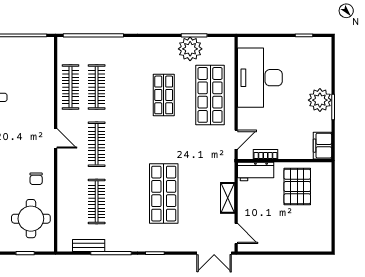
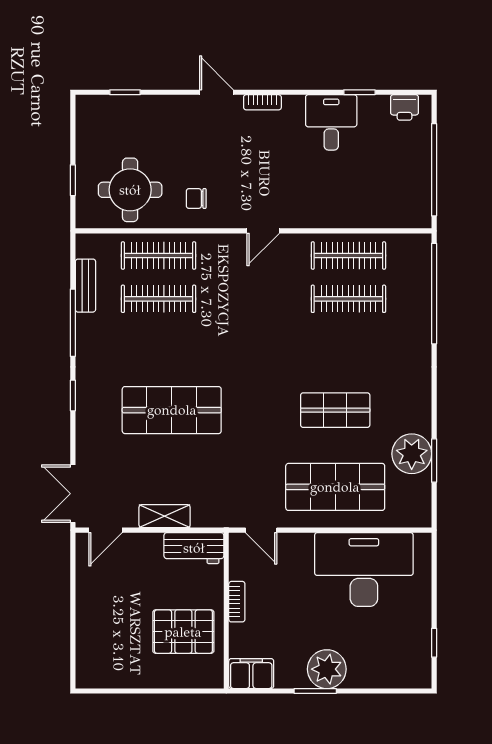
clothes rail: (97, 144) -> (159, 256), moved
bookcase: (266, 154) -> (237, 602), moved
workbench: (256, 171) -> (194, 548), moved, turned -90

